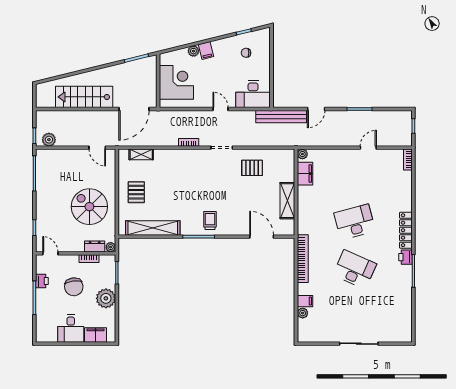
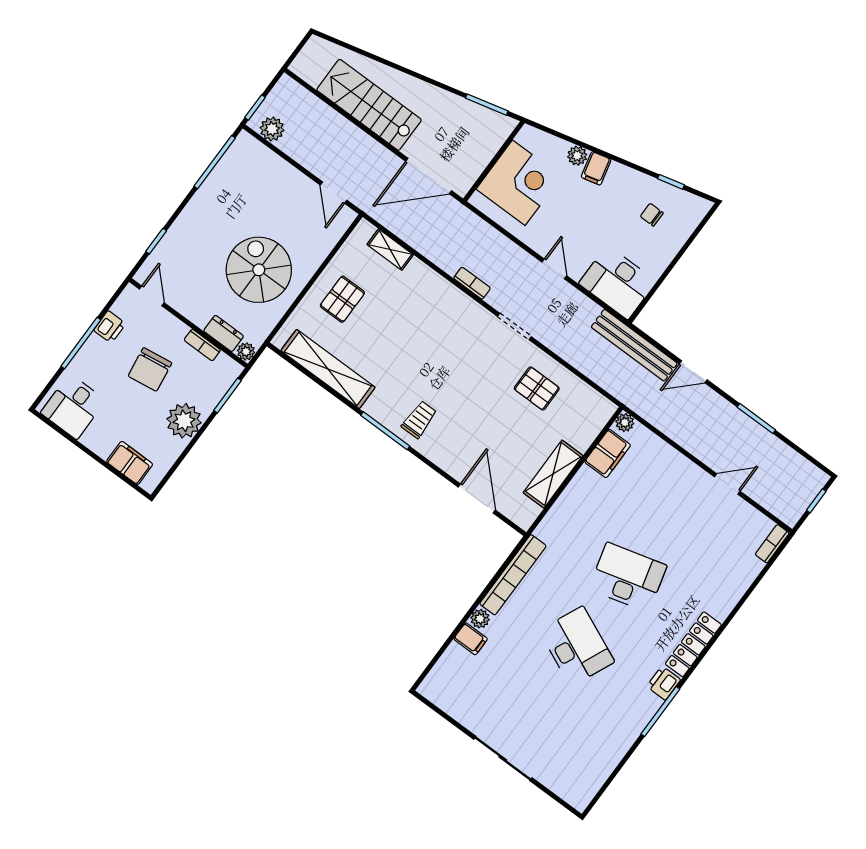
plant: (303, 313) -> (480, 619), moved
desk: (71, 329) -> (73, 407), moved

